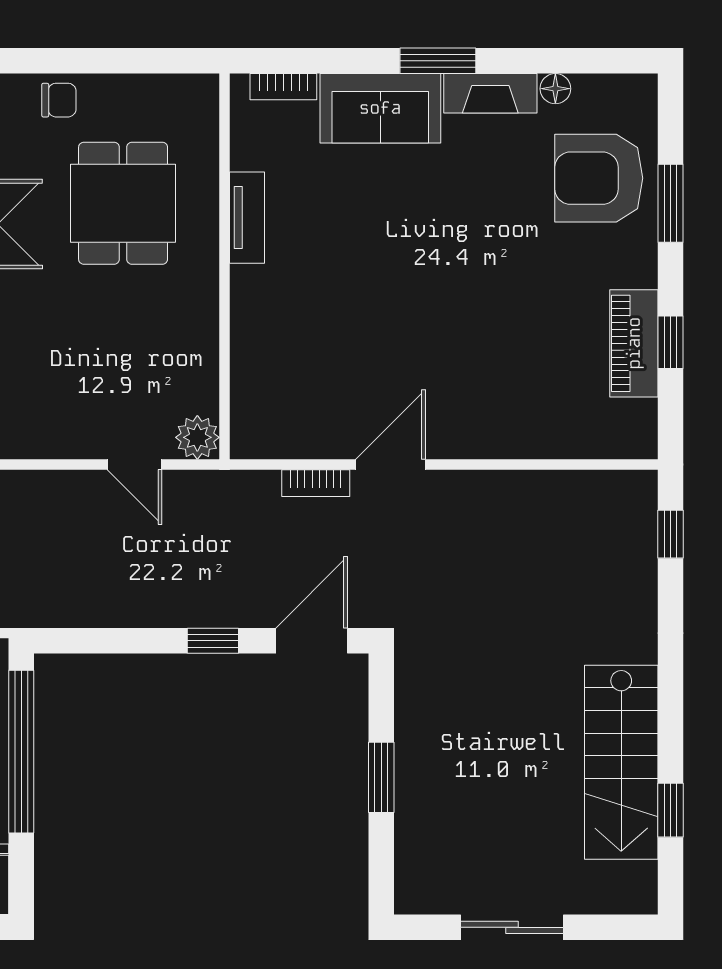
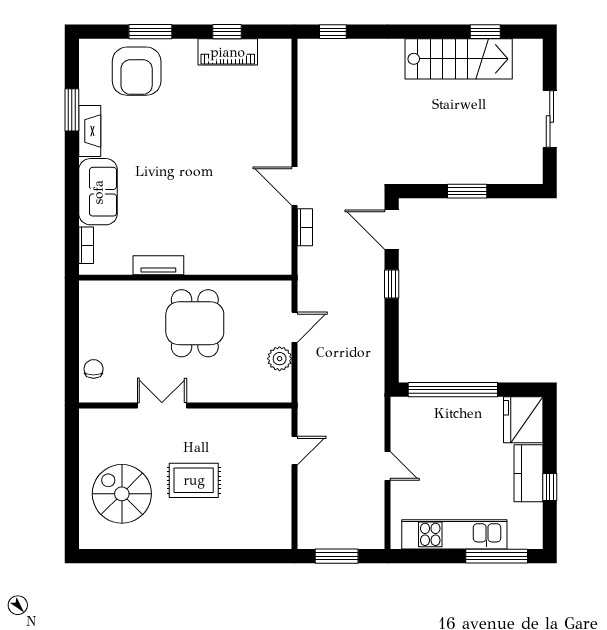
window: (438, 61) -> (72, 110), moved
floor lamp: (555, 89) -> (87, 95), removed
dining table: (123, 203) -> (195, 323), moved, turned 90
plant: (197, 437) -> (280, 359), moved

